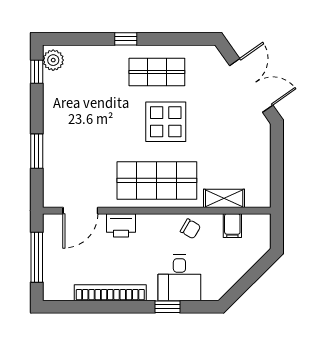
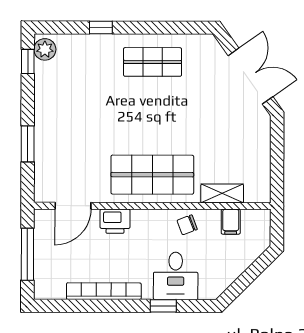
window: (126, 39) -> (101, 27), moved
display table: (166, 122) -> (162, 114), removed
chair: (190, 229) -> (187, 225), turned 129

